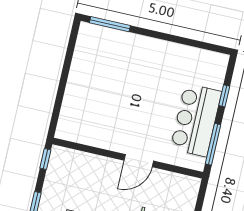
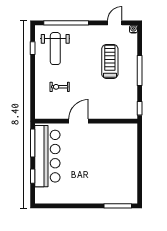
bar counter: (196, 120) -> (47, 156), width x1.36

